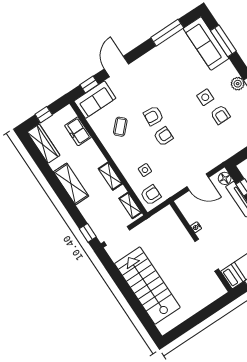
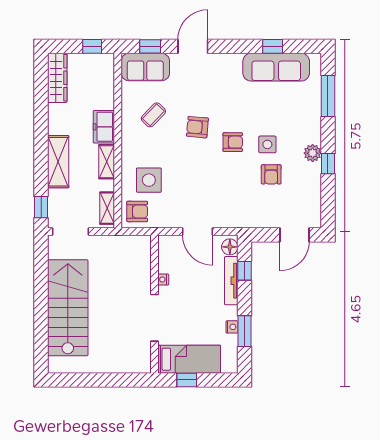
window: (167, 33) -> (273, 46), width x0.46
sofa: (206, 43) -> (276, 67), moved, turned -90
window: (44, 115) -> (92, 46), moved
freezer: (78, 131) -> (104, 127), moved
armchair: (163, 136) -> (233, 142), moved
side table: (145, 170) -> (149, 180), width x1.87, depth x1.87
shelving: (71, 184) -> (58, 162), moved

